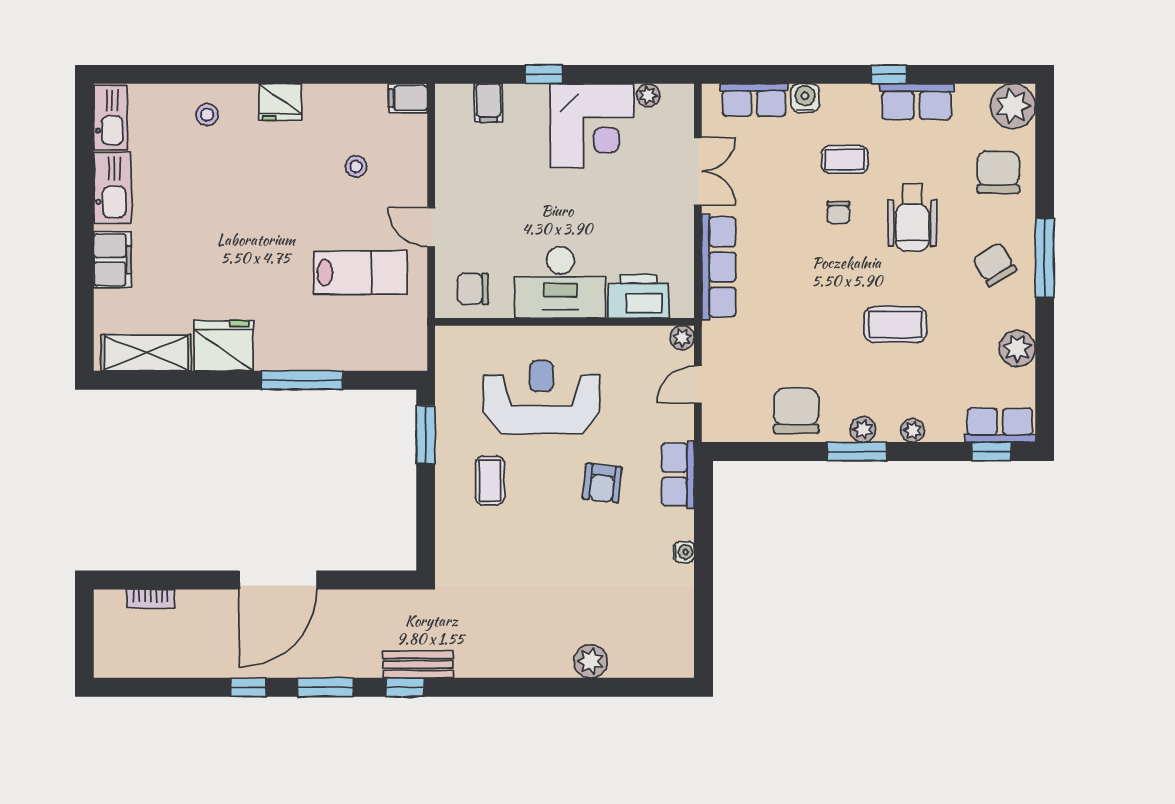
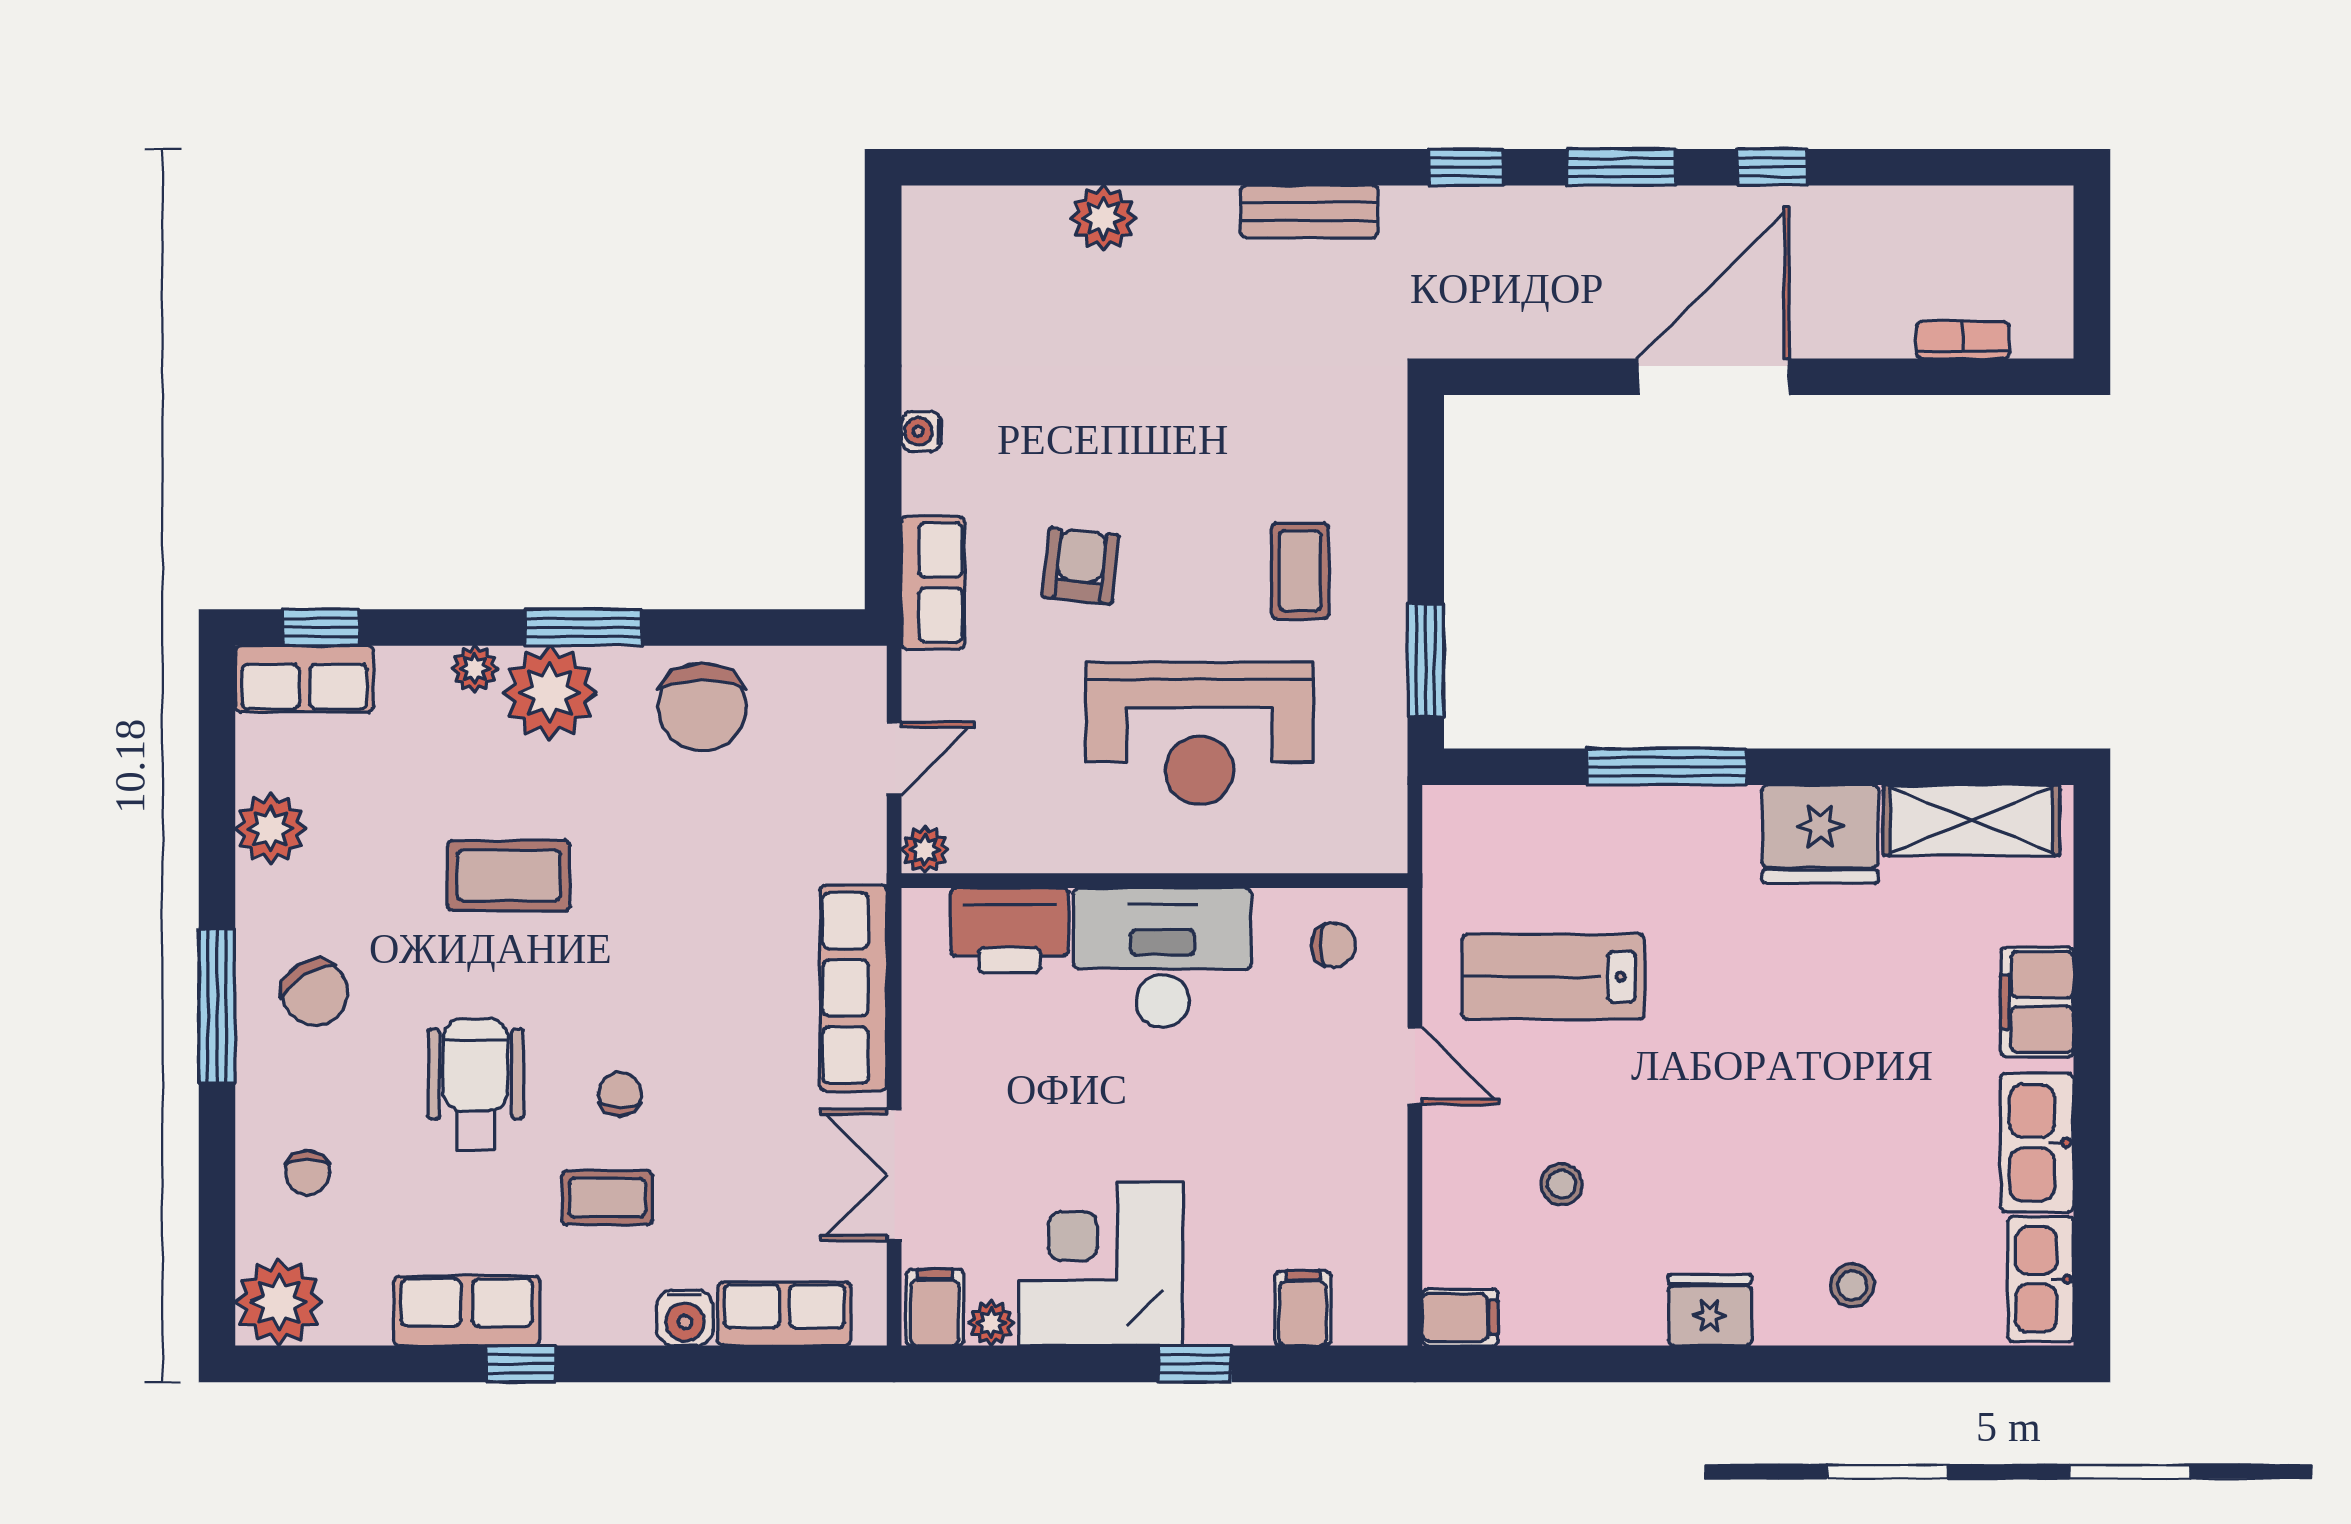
filing cabinet: (677, 103) -> (935, 1307), added
chair: (998, 172) -> (308, 1173), width x0.54, depth x0.54
chair: (473, 289) -> (1334, 945), width x0.73, depth x0.73
plant: (863, 429) -> (550, 693), width x1.87, depth x1.87
bench: (418, 665) -> (1309, 212), moved

